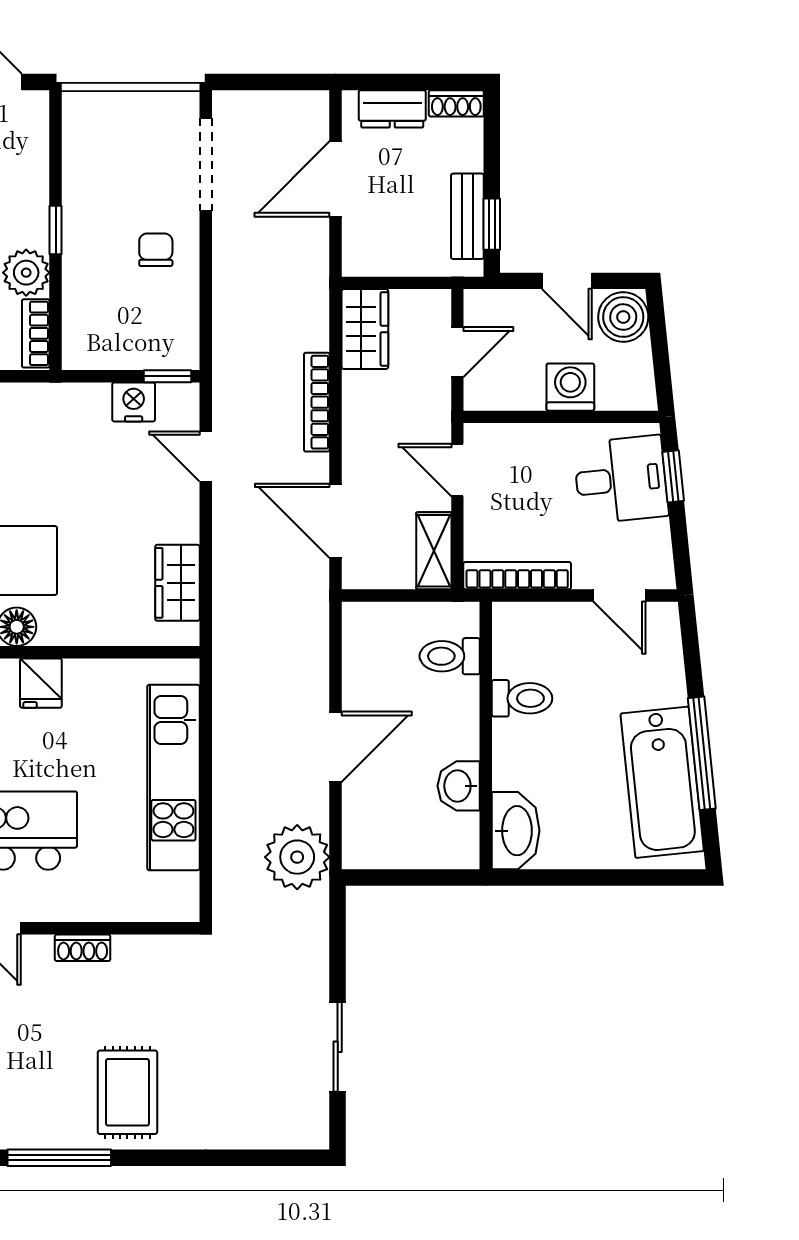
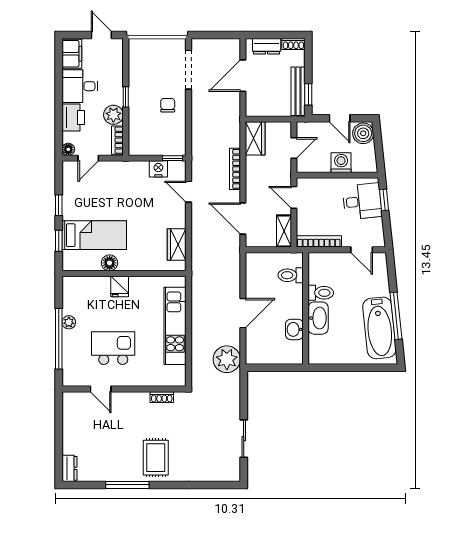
bench: (467, 216) -> (298, 91), width x1.36
washbasin: (516, 831) -> (318, 318), moved
shoe rack: (83, 948) -> (162, 397), moved

